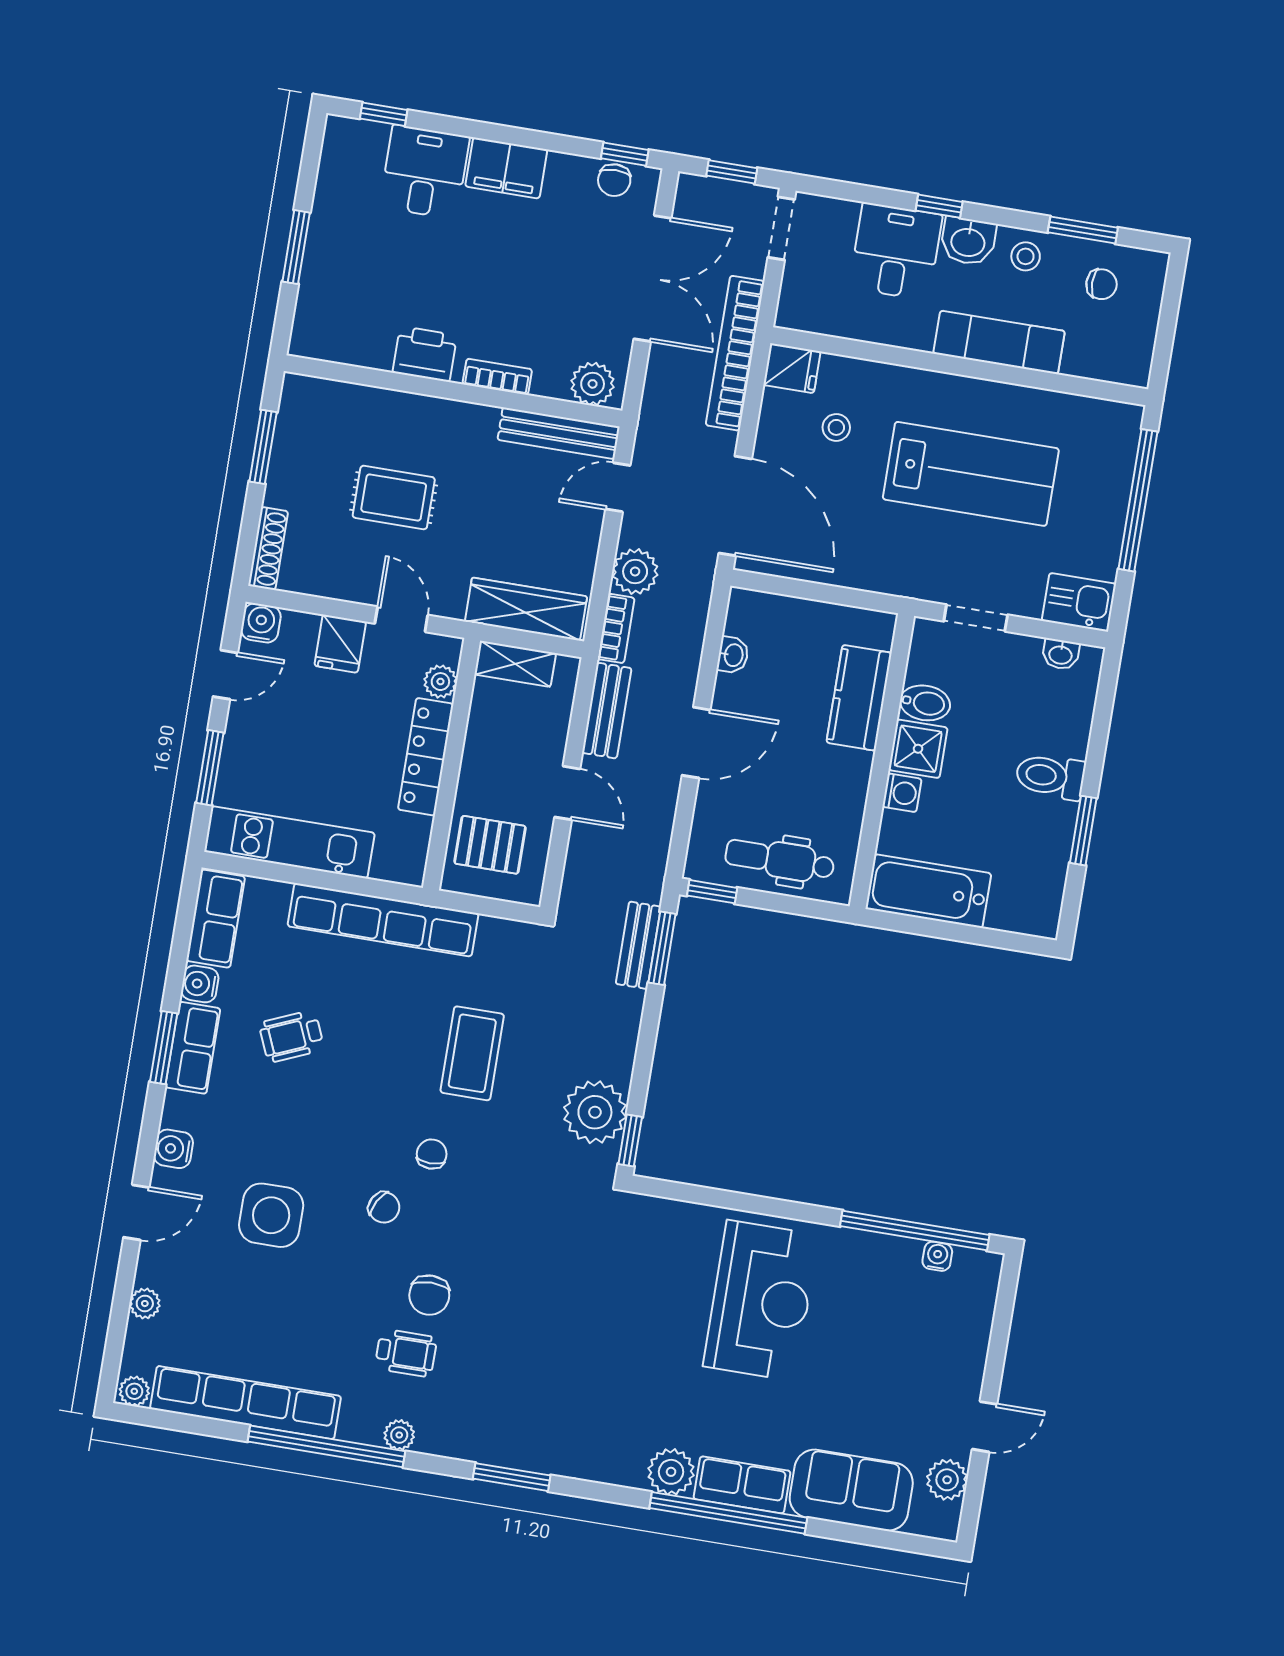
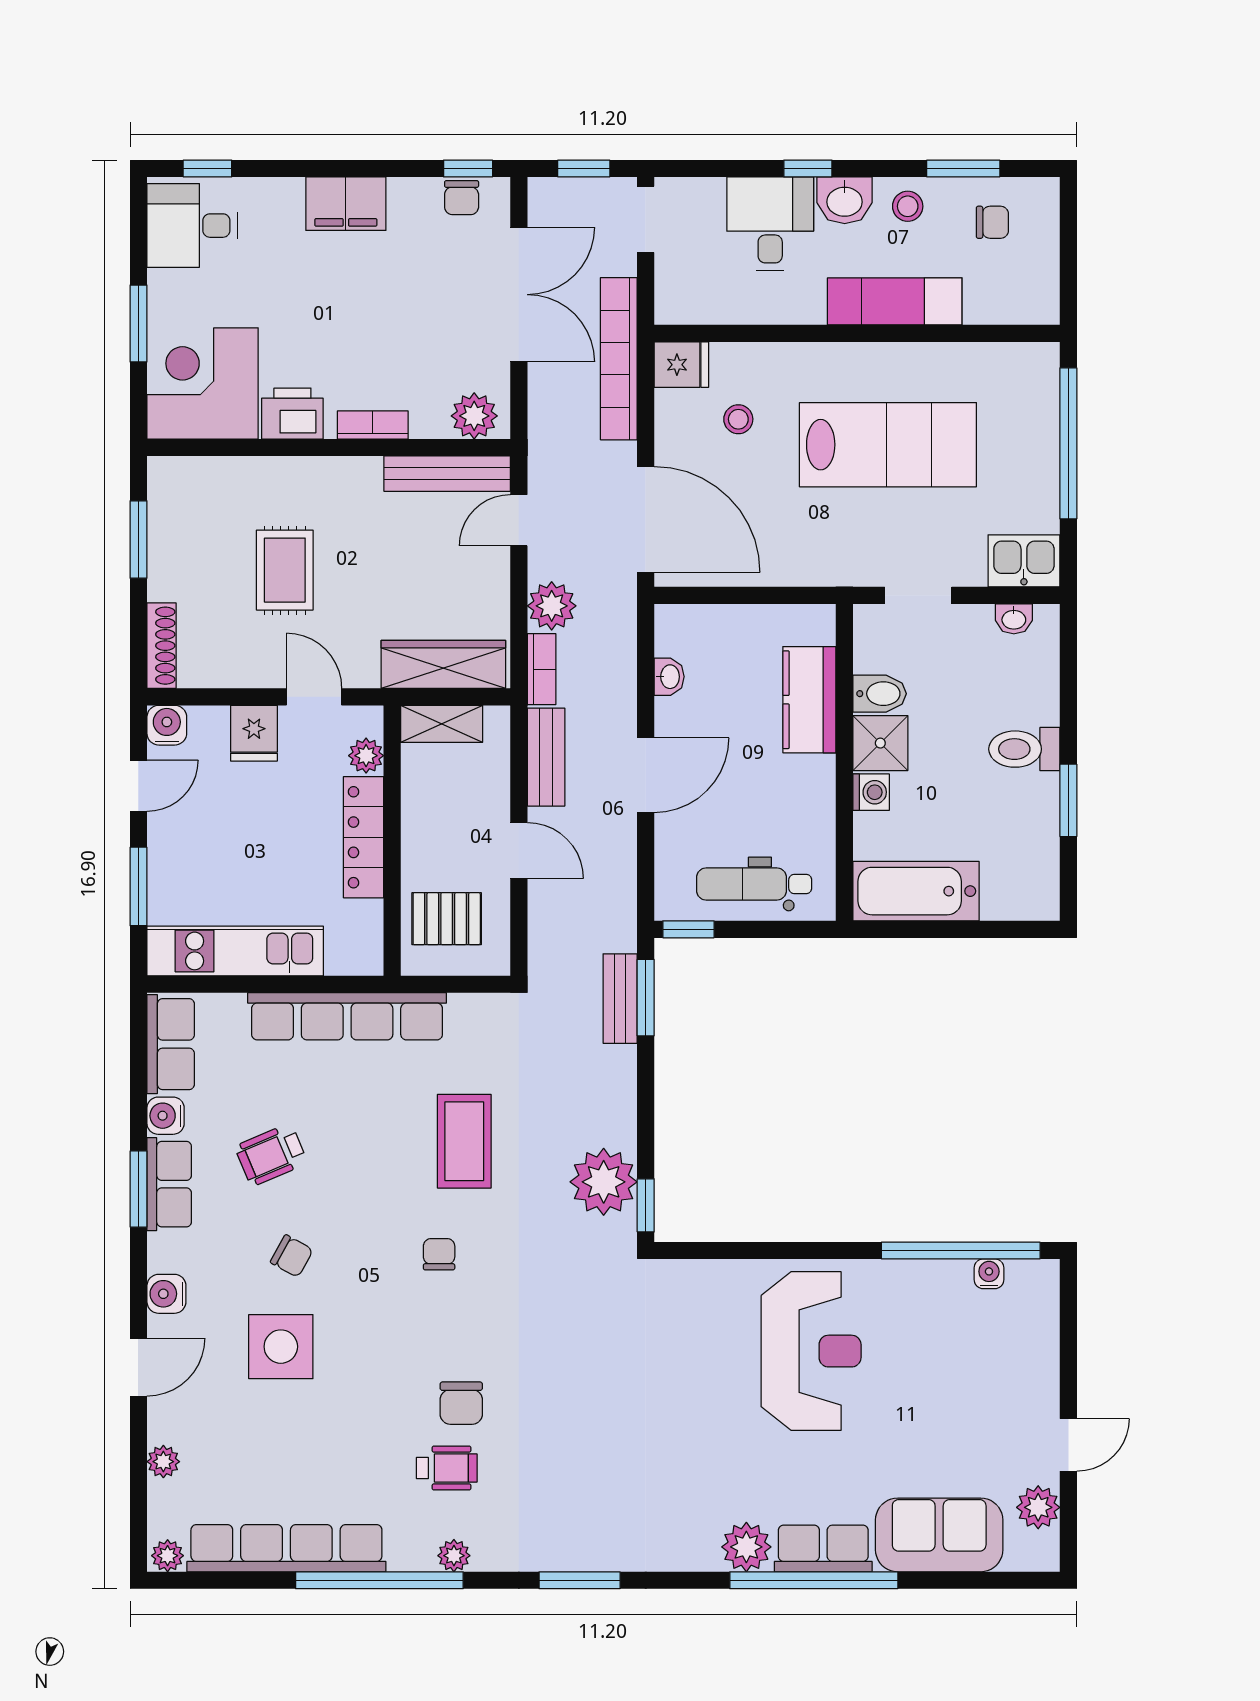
desk: (425, 172) -> (192, 226), moved, turned -90
corner desk: (346, 312) -> (203, 383), added
rug: (394, 497) -> (285, 570), turned 90
chair: (384, 1207) -> (292, 1256), moved

